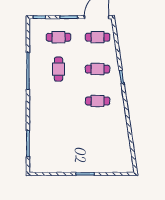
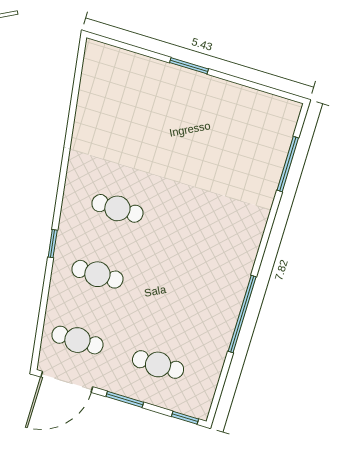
cafe table: (58, 69) -> (178, 299), removed

